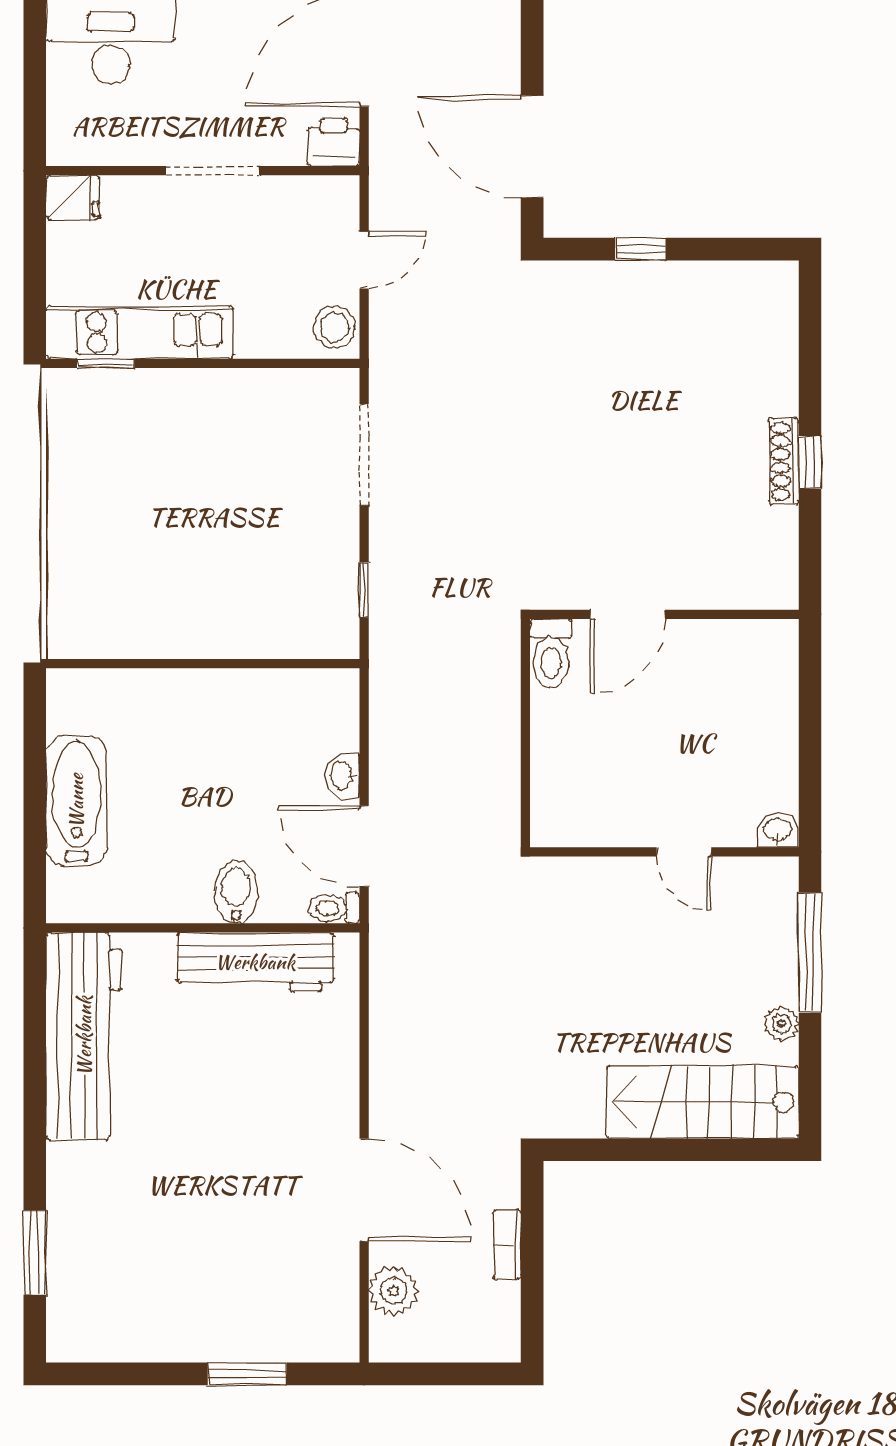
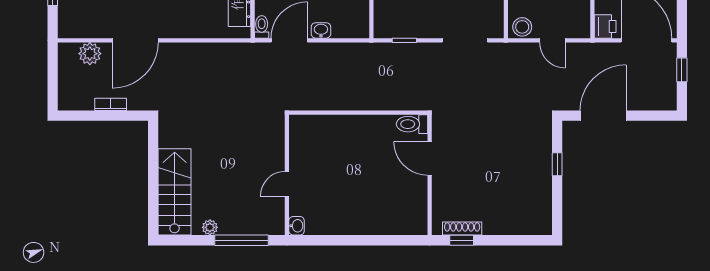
door: (628, 614) -> (430, 159), moved
wall: (664, 614) -> (430, 175), moved
toilet: (551, 653) -> (412, 124), moved

